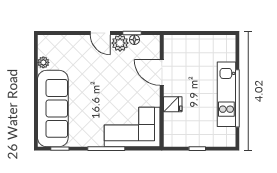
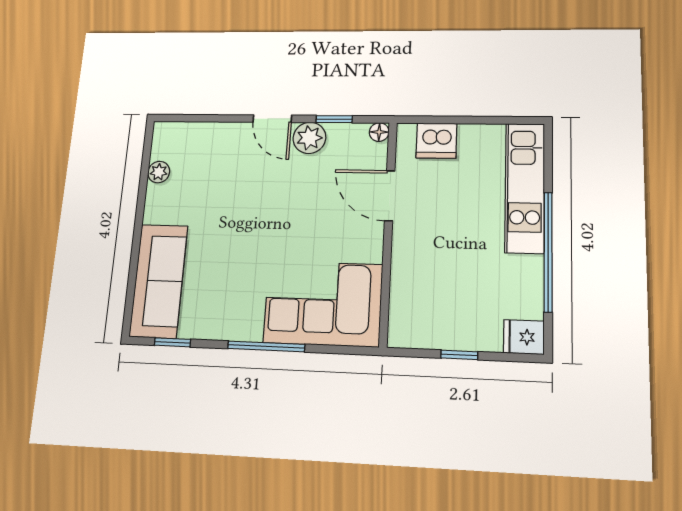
floor lamp: (134, 40) -> (379, 132), moved
dishwasher: (184, 44) -> (436, 141), added
kitchen unit: (226, 94) -> (525, 187), moved
fridge: (173, 104) -> (524, 337), moved, turned 180
sofa: (53, 108) -> (159, 281), width x0.74, depth x0.79

